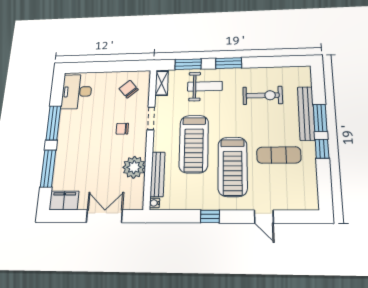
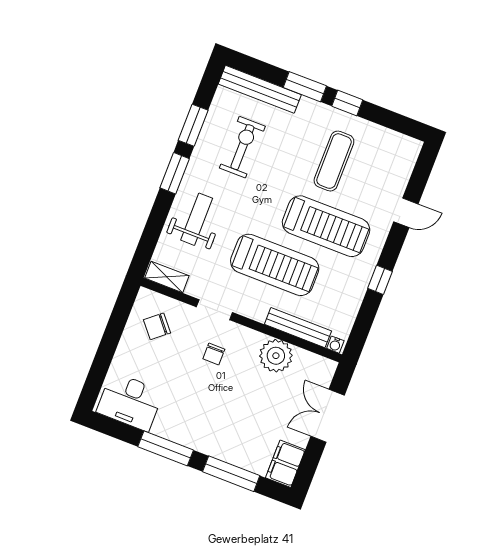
window: (188, 64) -> (193, 125), moved
bench: (306, 113) -> (260, 89), moved

